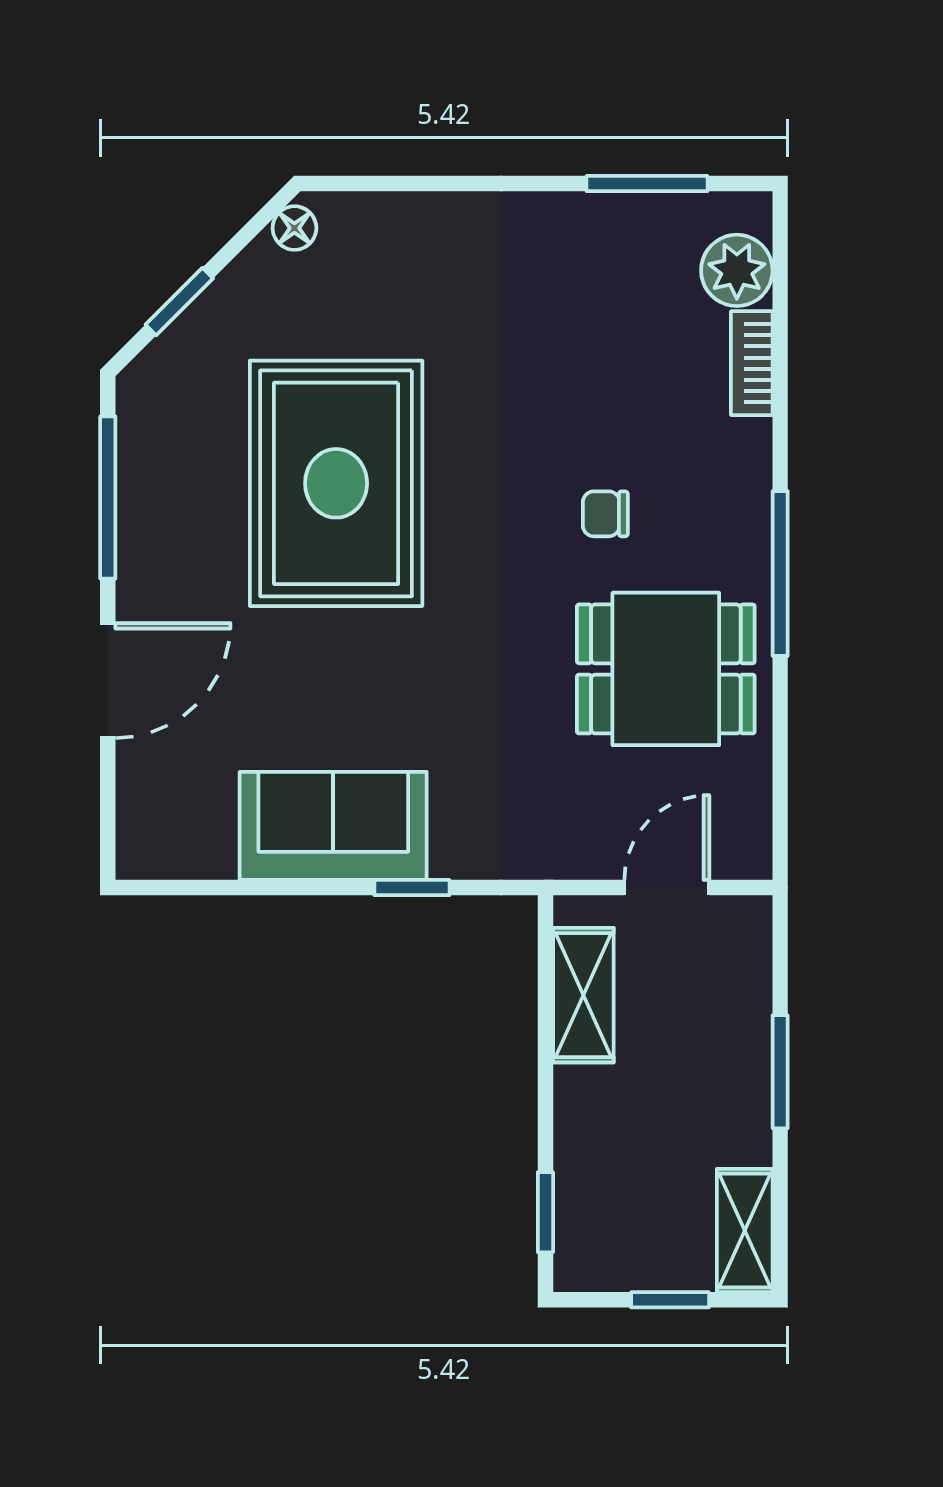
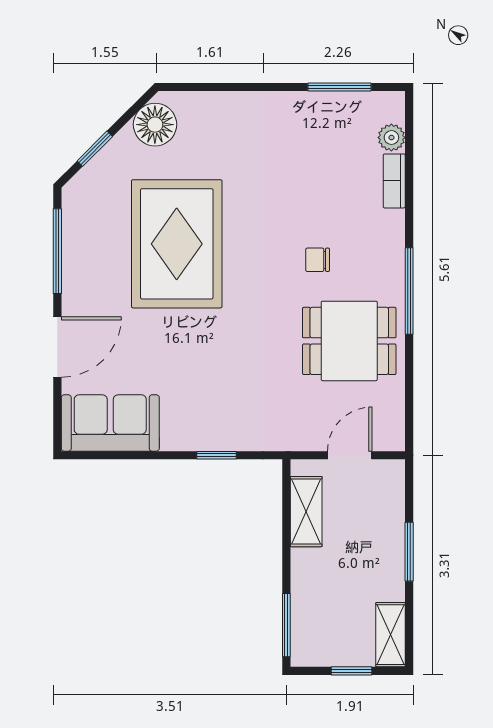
floor lamp: (294, 228) -> (155, 125), width x1.89, depth x1.89
plant: (737, 270) -> (391, 138), width x0.73, depth x0.73
sofa: (333, 826) -> (110, 423), moved
window: (545, 1212) -> (286, 625), width x1.50

